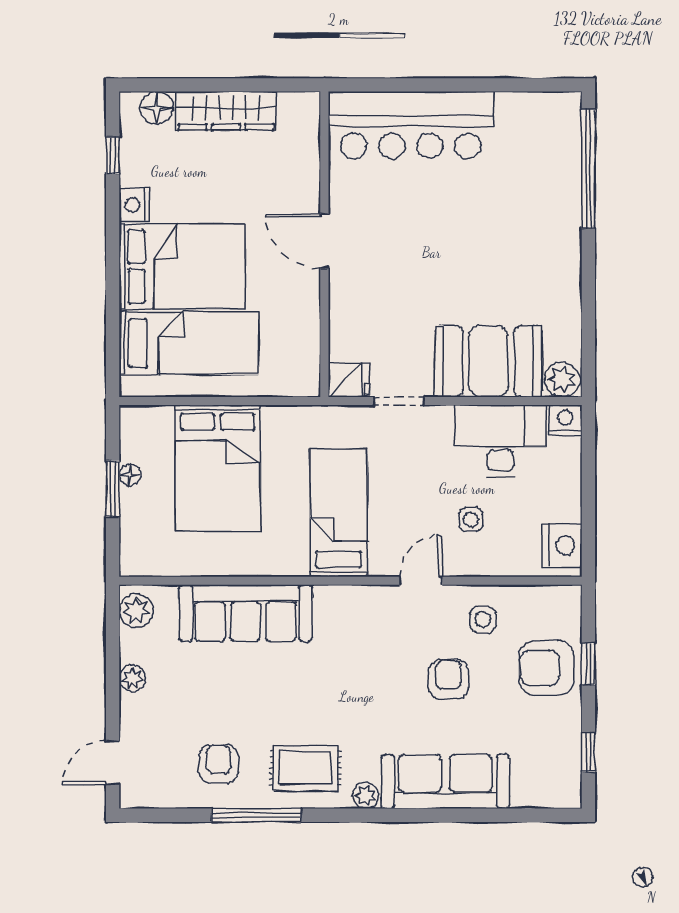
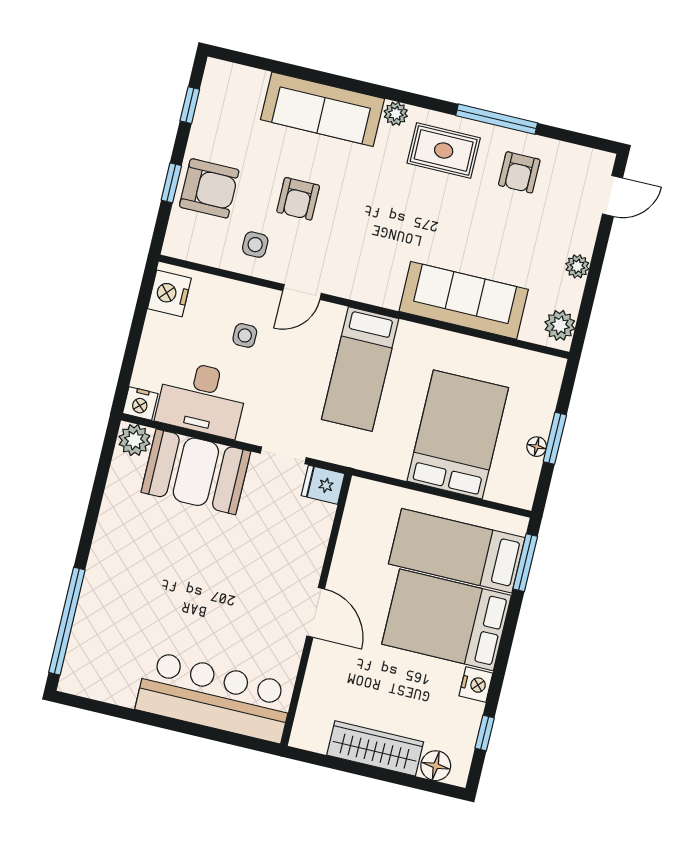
window: (113, 348) -> (525, 563), added

